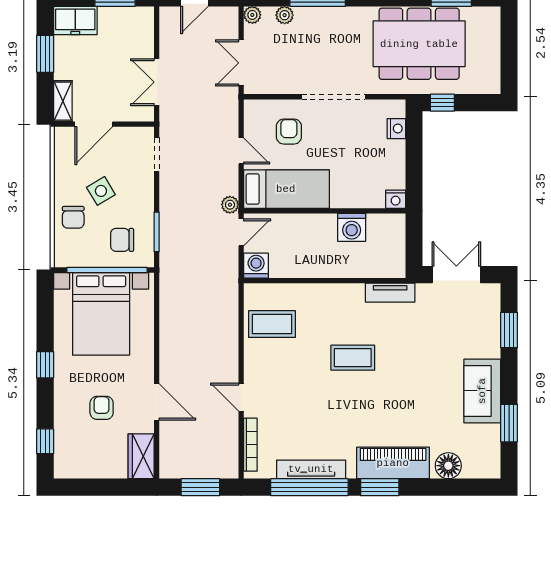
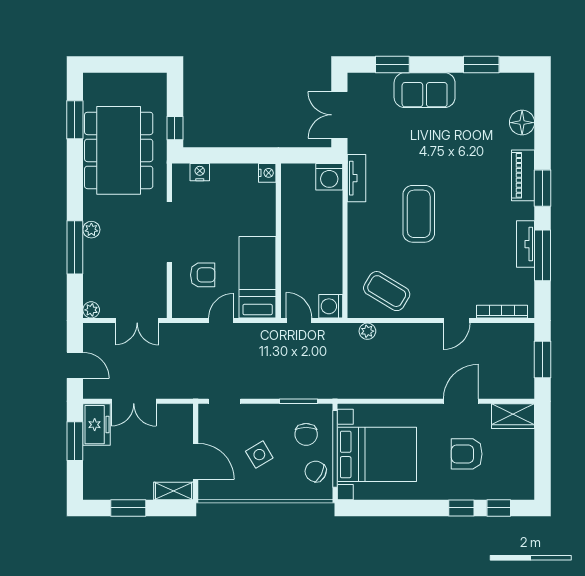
plant: (285, 15) -> (91, 230), moved
freezer: (75, 20) -> (96, 425), moved
double door: (157, 82) -> (134, 401), moved
armchair: (289, 132) -> (203, 275), turned 180
plant: (230, 205) -> (367, 331), moved
chair: (73, 217) -> (316, 471), moved, turned -152
washing machine: (352, 227) -> (329, 177), moved, turned 90
coffee table: (272, 324) -> (387, 291), turned -59
coffee table: (353, 358) -> (419, 214), width x1.36, depth x1.32
window: (45, 365) -> (461, 508), moved
sofa: (482, 391) -> (425, 90), moved
armchair: (102, 408) -> (467, 454), width x1.38, depth x1.38
piano: (393, 463) -> (523, 175), width x0.73, depth x0.75
tv unit: (311, 469) -> (526, 244), width x0.71
window: (309, 487) -> (543, 255), width x0.68

